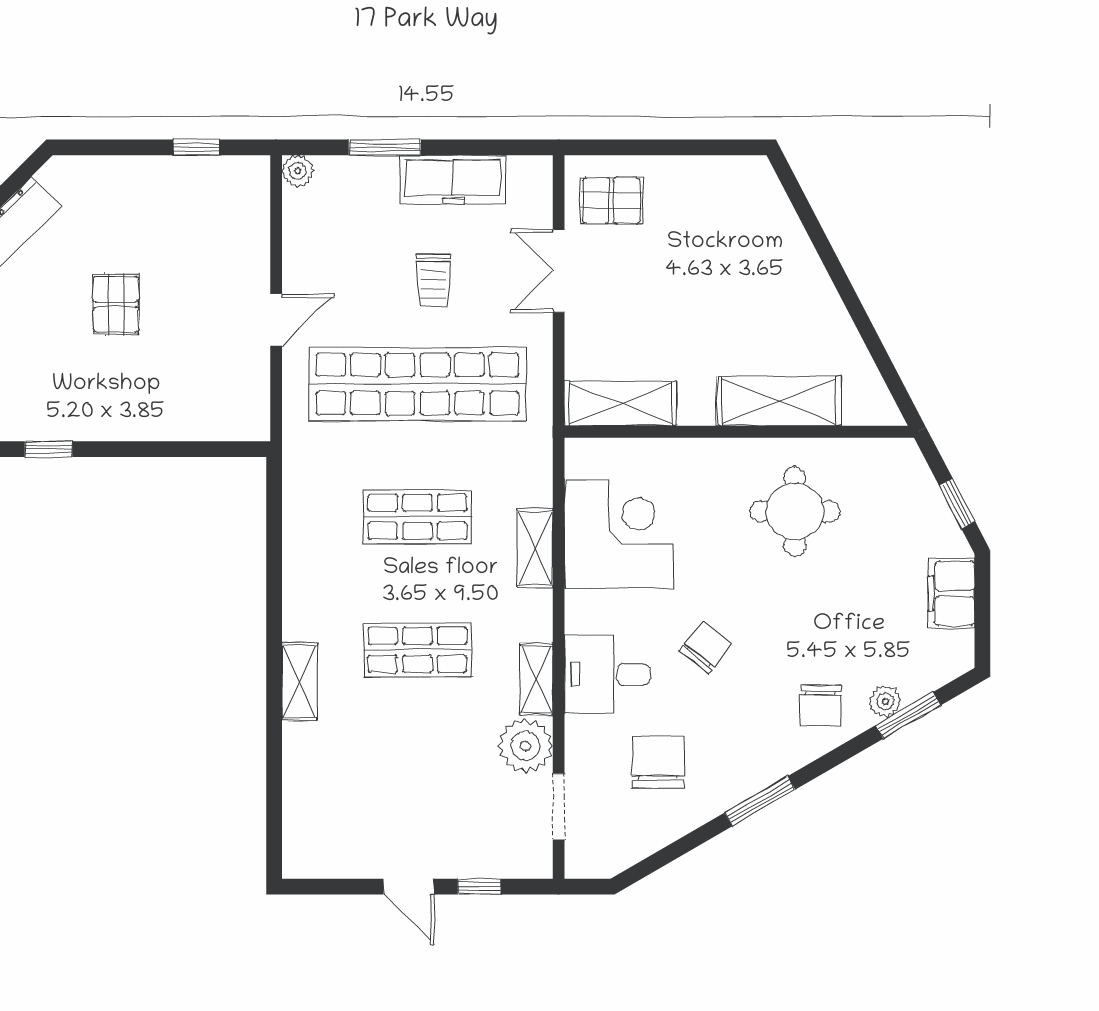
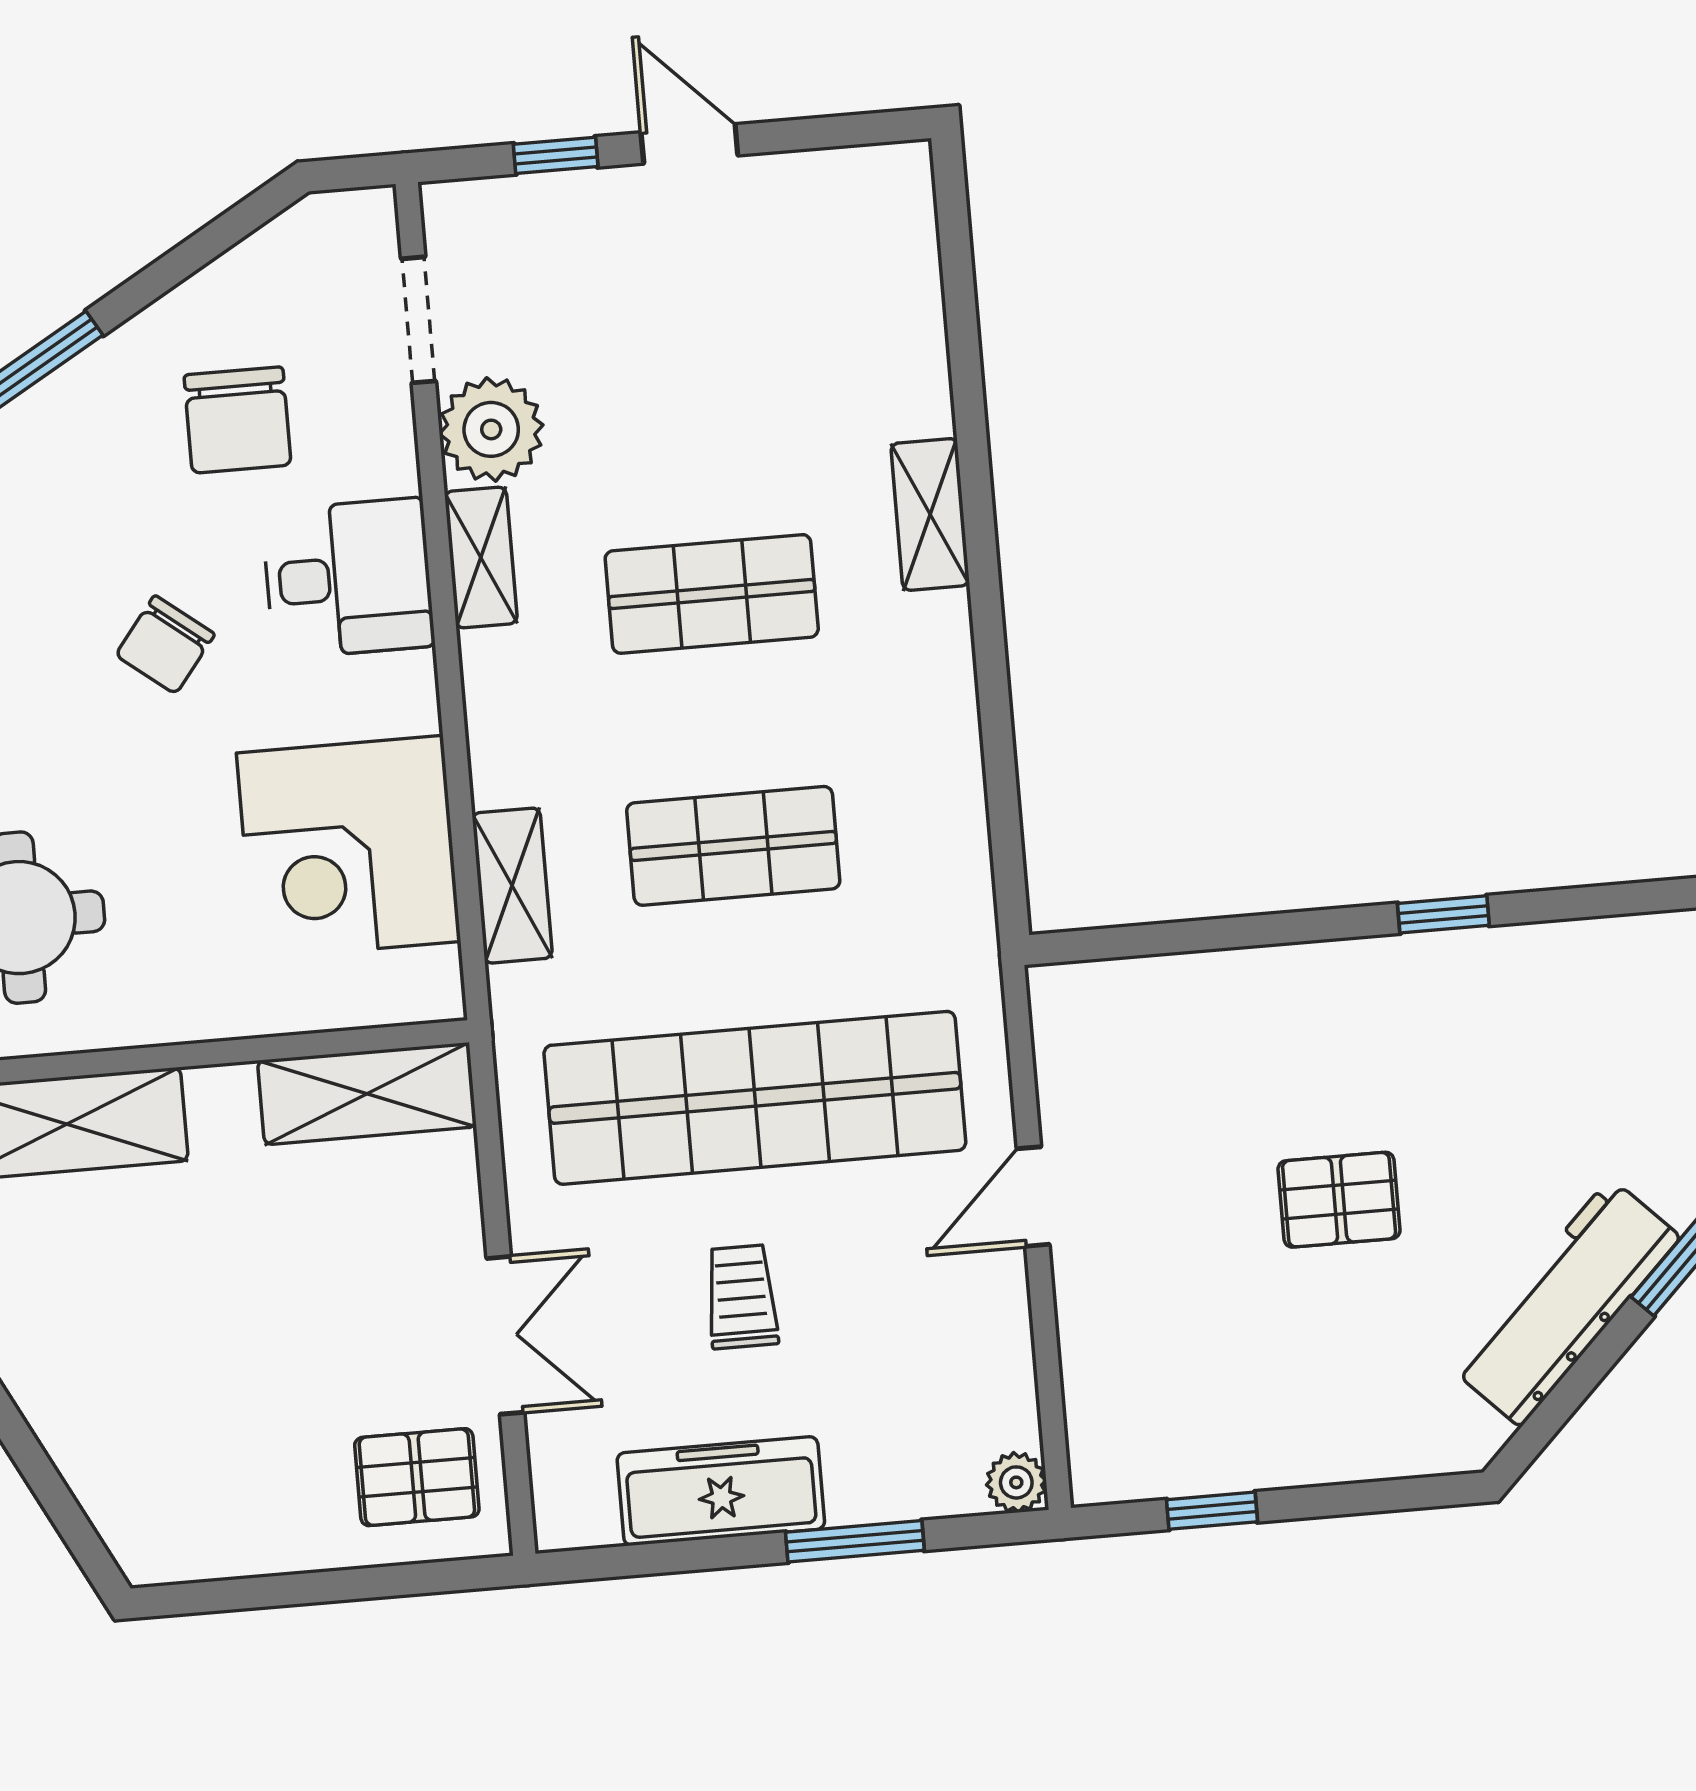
pallet: (116, 304) -> (1339, 1200), turned 90
shelving: (535, 548) -> (512, 886), moved

